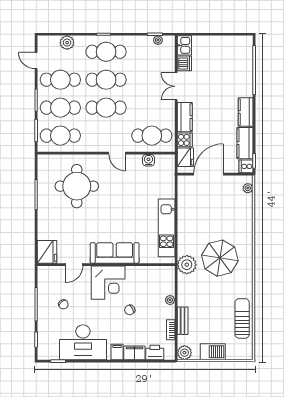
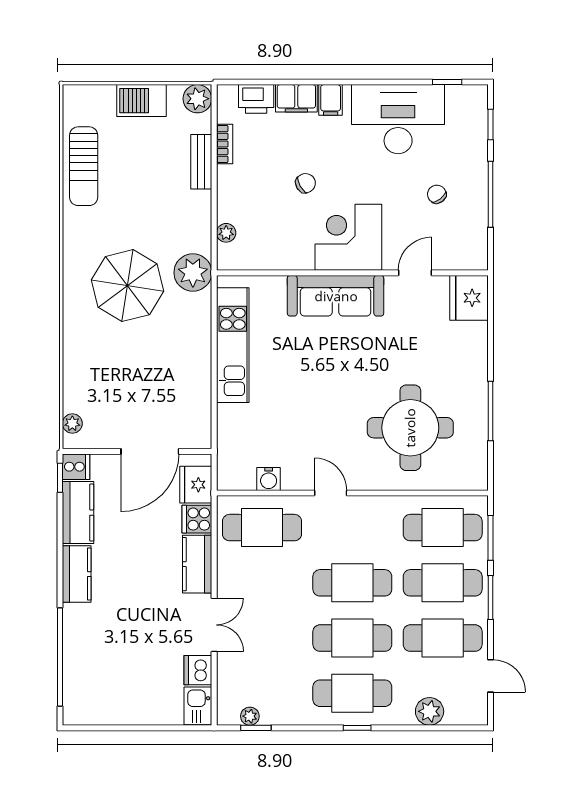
plant: (170, 300) -> (226, 233), moved

